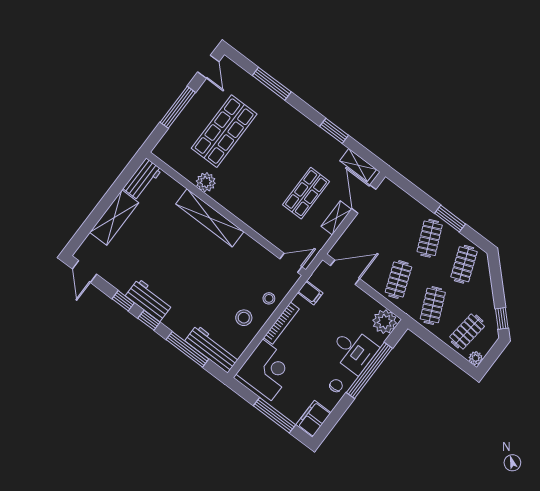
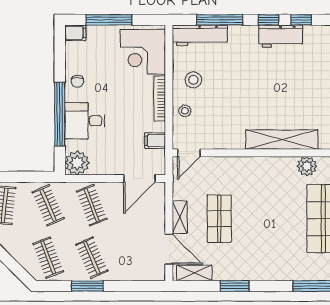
filing cabinet: (313, 419) -> (75, 33), width x0.50

